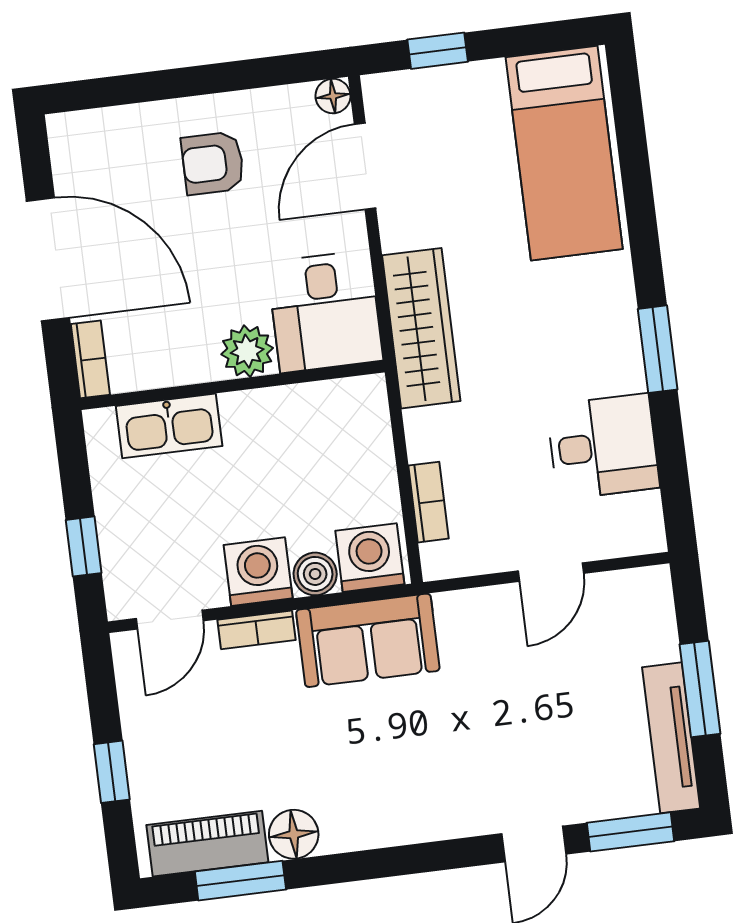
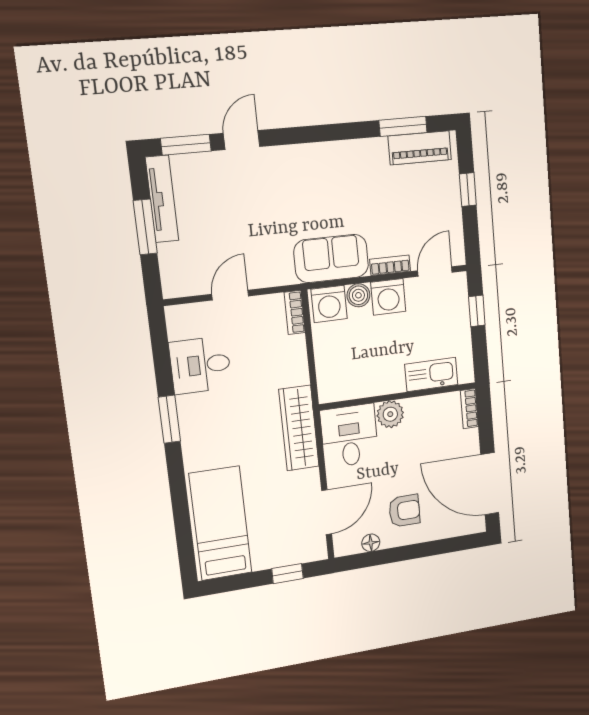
floor lamp: (333, 96) -> (371, 543), moved
door: (48, 259) -> (490, 484), moved
bookcase: (429, 502) -> (295, 312), moved
floor lamp: (294, 834) -> (374, 151), removed

